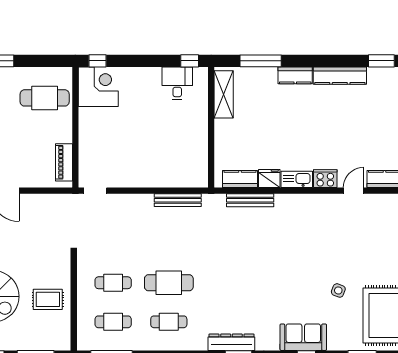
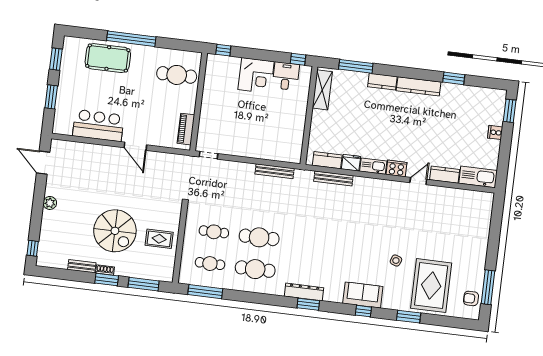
corner desk: (98, 87) -> (256, 75), moved, turned 90
cafe table: (169, 322) -> (255, 269), width x1.37, depth x1.35

